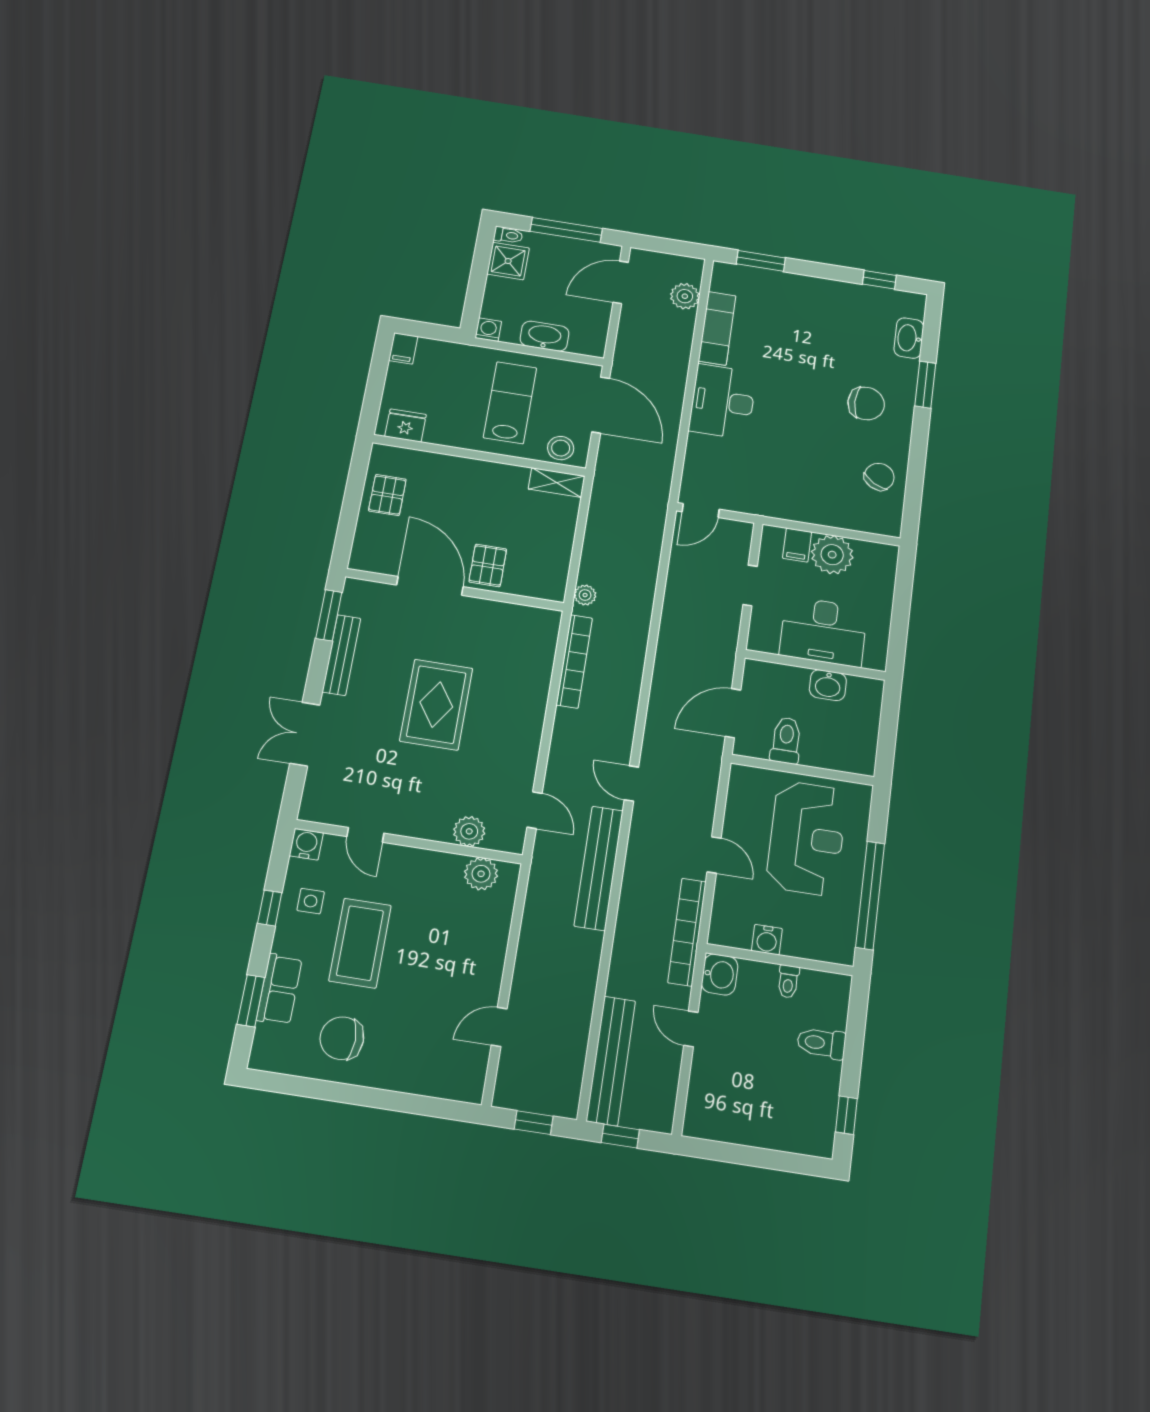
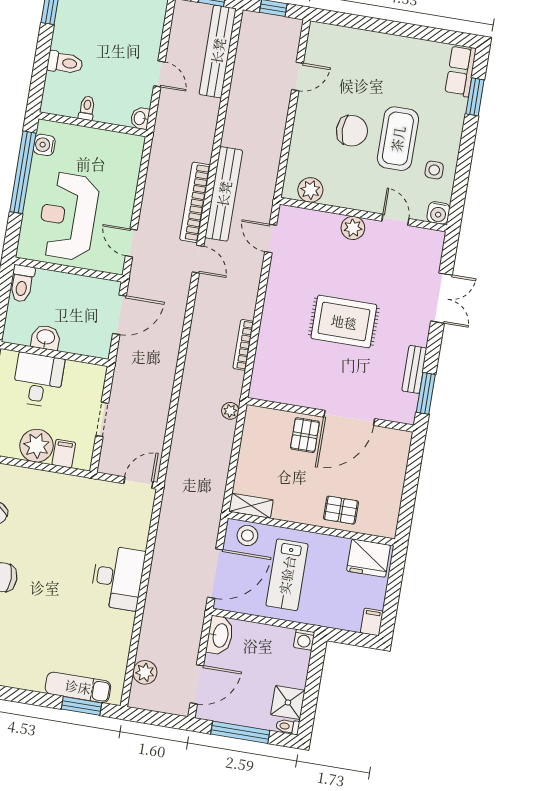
exam couch: (717, 328) -> (78, 687), moved, turned 90
washbasin: (545, 336) -> (220, 635), moved, turned -90
door: (601, 405) -> (215, 573), swing flipped
fridge: (406, 426) -> (369, 558), width x1.36, depth x1.34
pallet: (387, 495) -> (341, 510), moved, turned 90
door: (430, 586) -> (349, 418), hinge flipped
desk: (823, 632) -> (38, 380), width x0.73
bench: (341, 655) -> (414, 369), width x0.73
bookcase: (574, 661) -> (243, 345), width x0.68, depth x0.76
rug: (436, 705) -> (344, 322), turned 90
toilet: (786, 740) -> (22, 283), moved
plant: (469, 831) -> (353, 228), moved
door: (714, 855) -> (131, 243), moved
window: (270, 908) -> (464, 165), removed
bookcase: (687, 932) -> (195, 202), moved, turned 180
water cooler: (767, 940) -> (44, 145), moved, turned -90
washbasin: (720, 975) -> (140, 118), width x0.72, depth x0.69
row of seats: (279, 989) -> (461, 71), moved
chair: (342, 1038) -> (352, 131), moved

